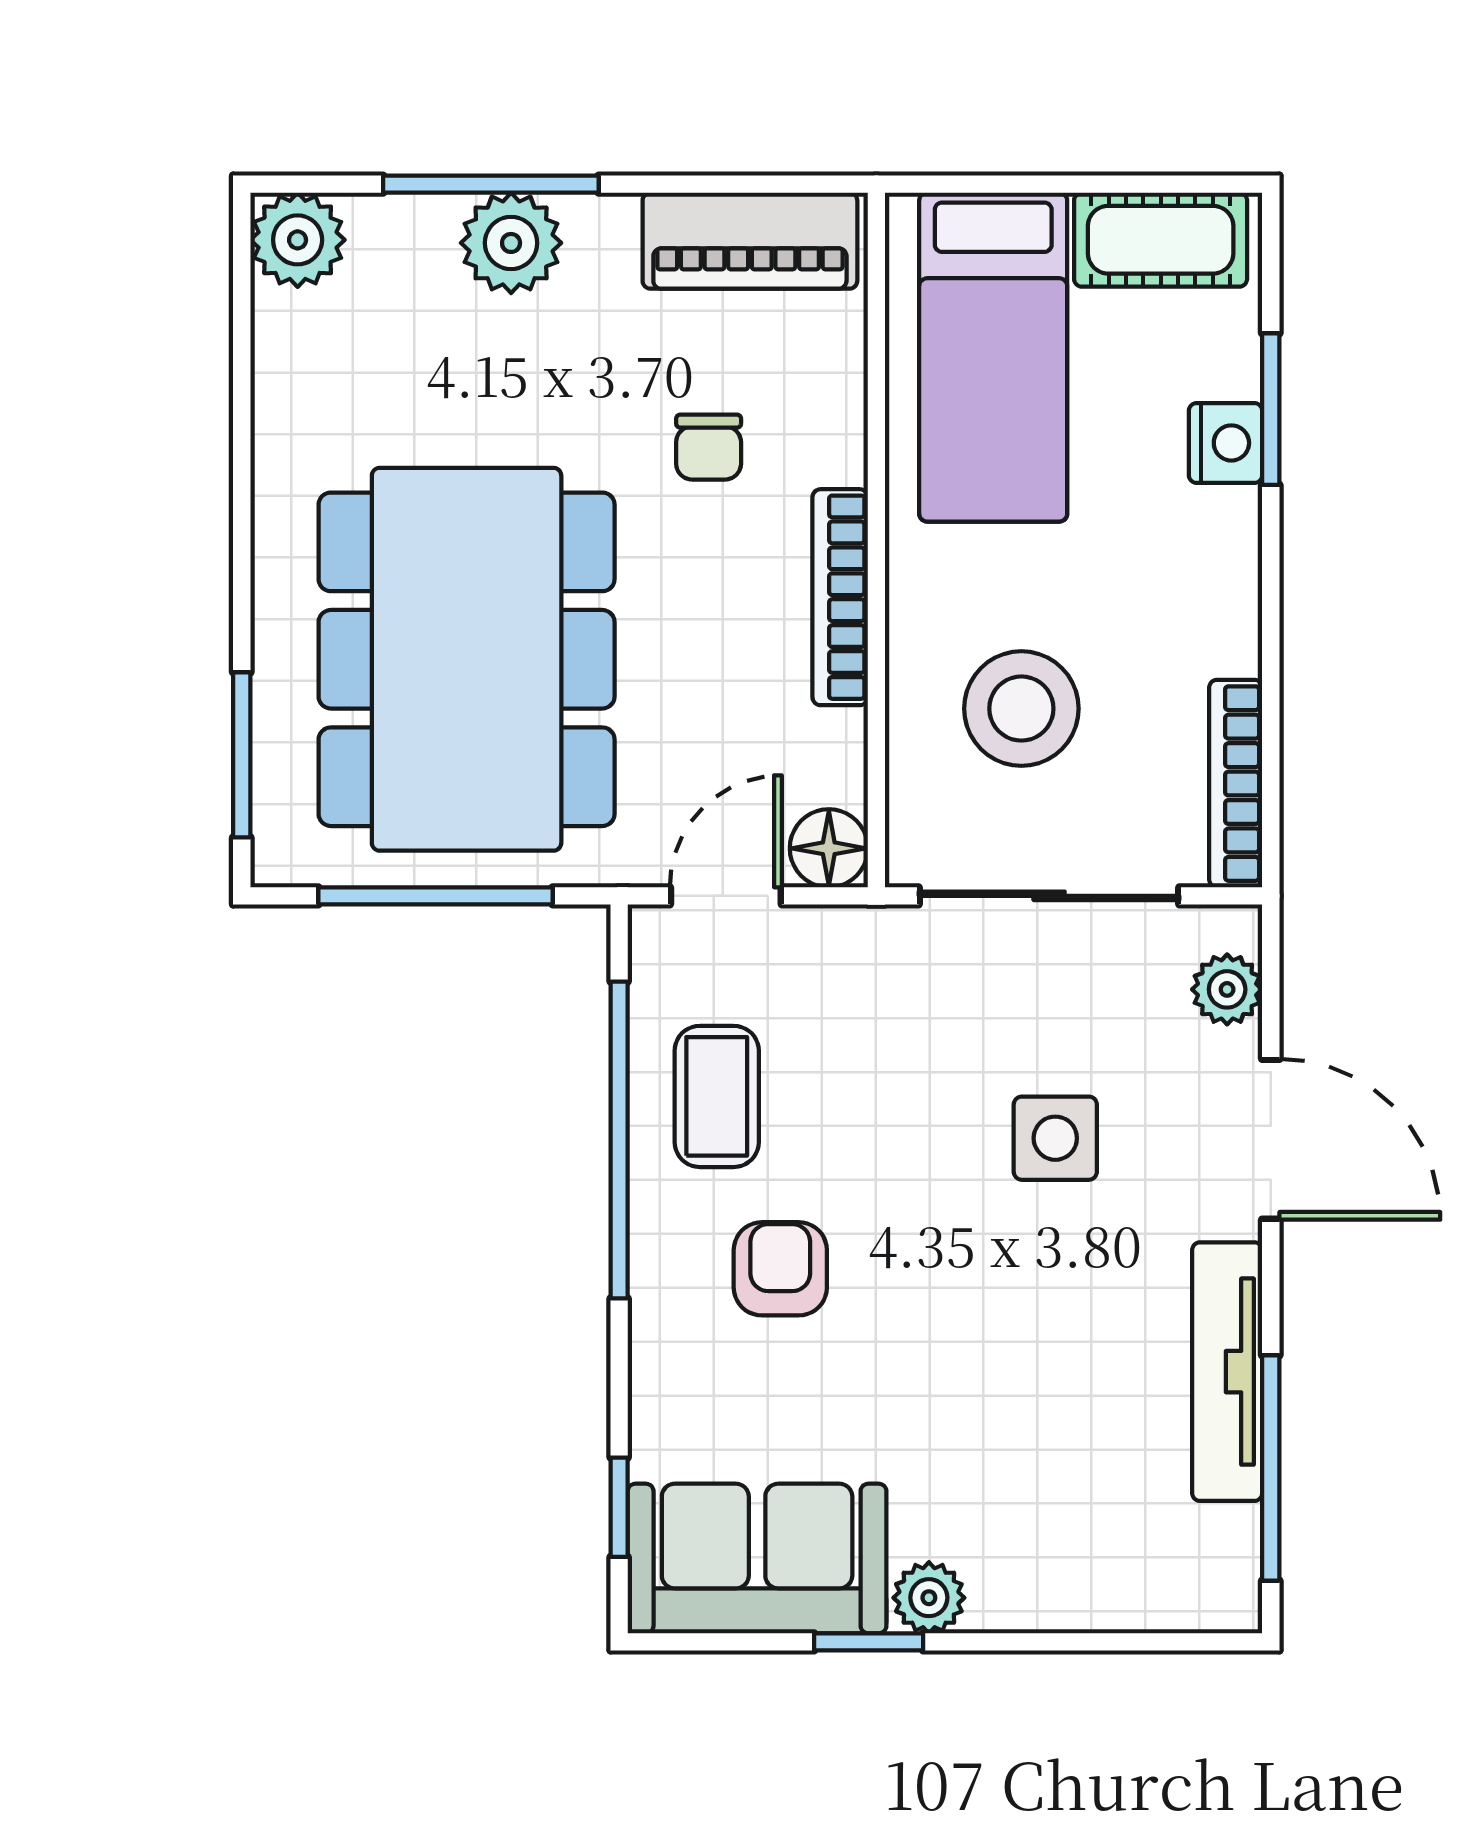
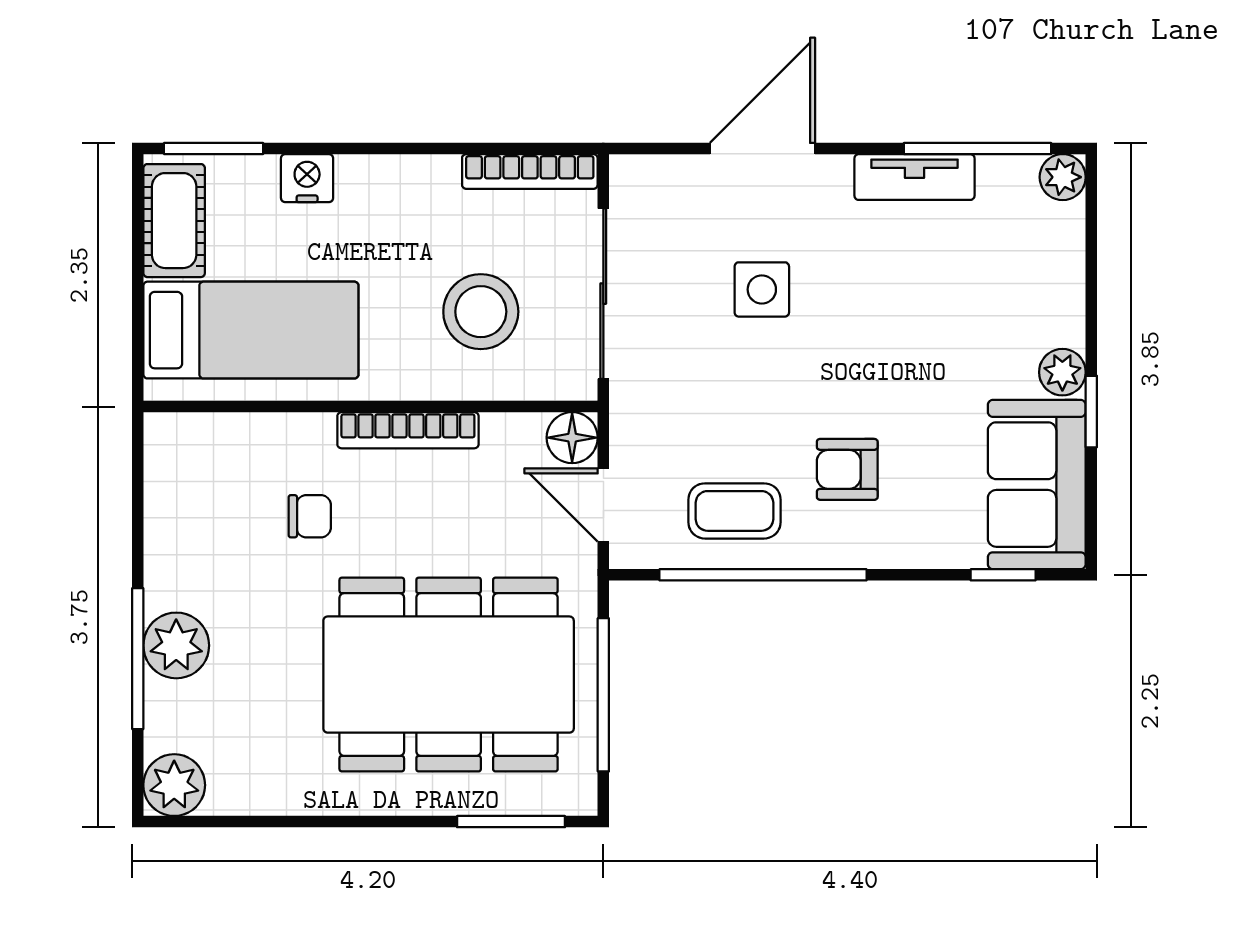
piano: (750, 241) -> (175, 489), removed
window: (1271, 409) -> (214, 149), moved
plant: (1227, 989) -> (1063, 177), moved
tv unit: (1227, 1372) -> (914, 177), width x0.71

